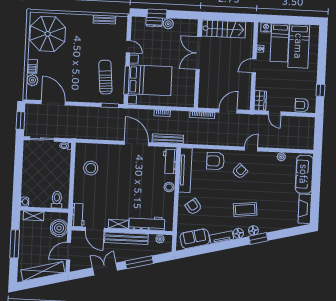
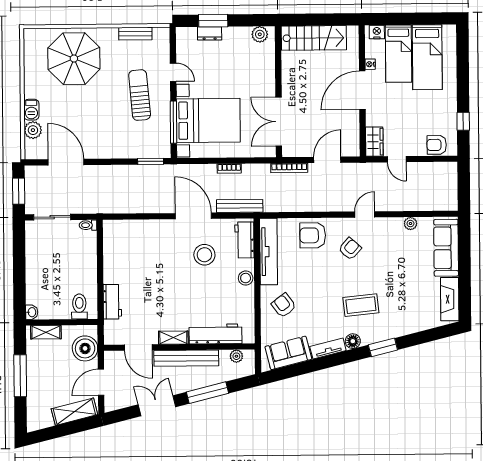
plant: (168, 24) -> (260, 34), moved
parasol: (48, 34) -> (74, 59), moved
double door: (198, 53) -> (279, 122), moved
door: (254, 66) -> (362, 90), width x1.88
sun lounger: (105, 77) -> (140, 95), moved
stool: (91, 168) -> (204, 255), moved
workbench: (78, 215) -> (112, 302), moved
floor lamp: (253, 230) -> (375, 336), removed
shelving: (43, 271) -> (74, 412), width x0.68

